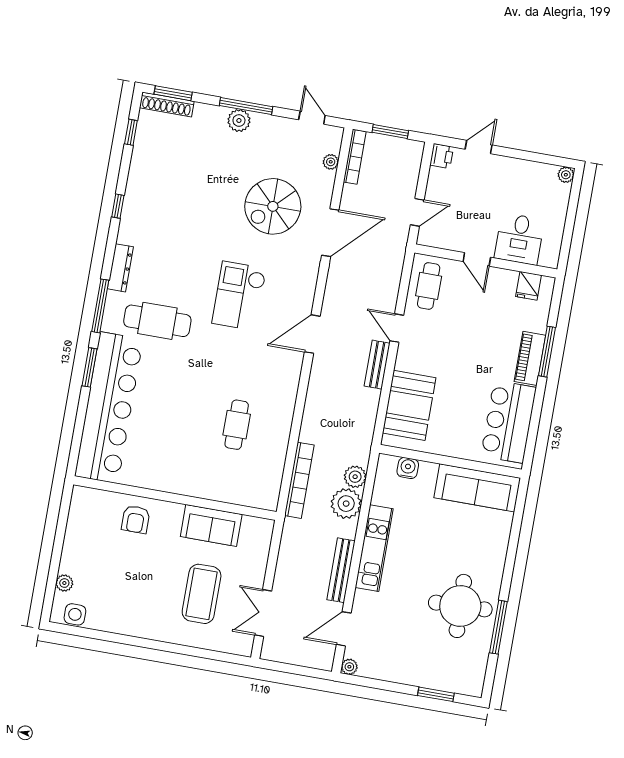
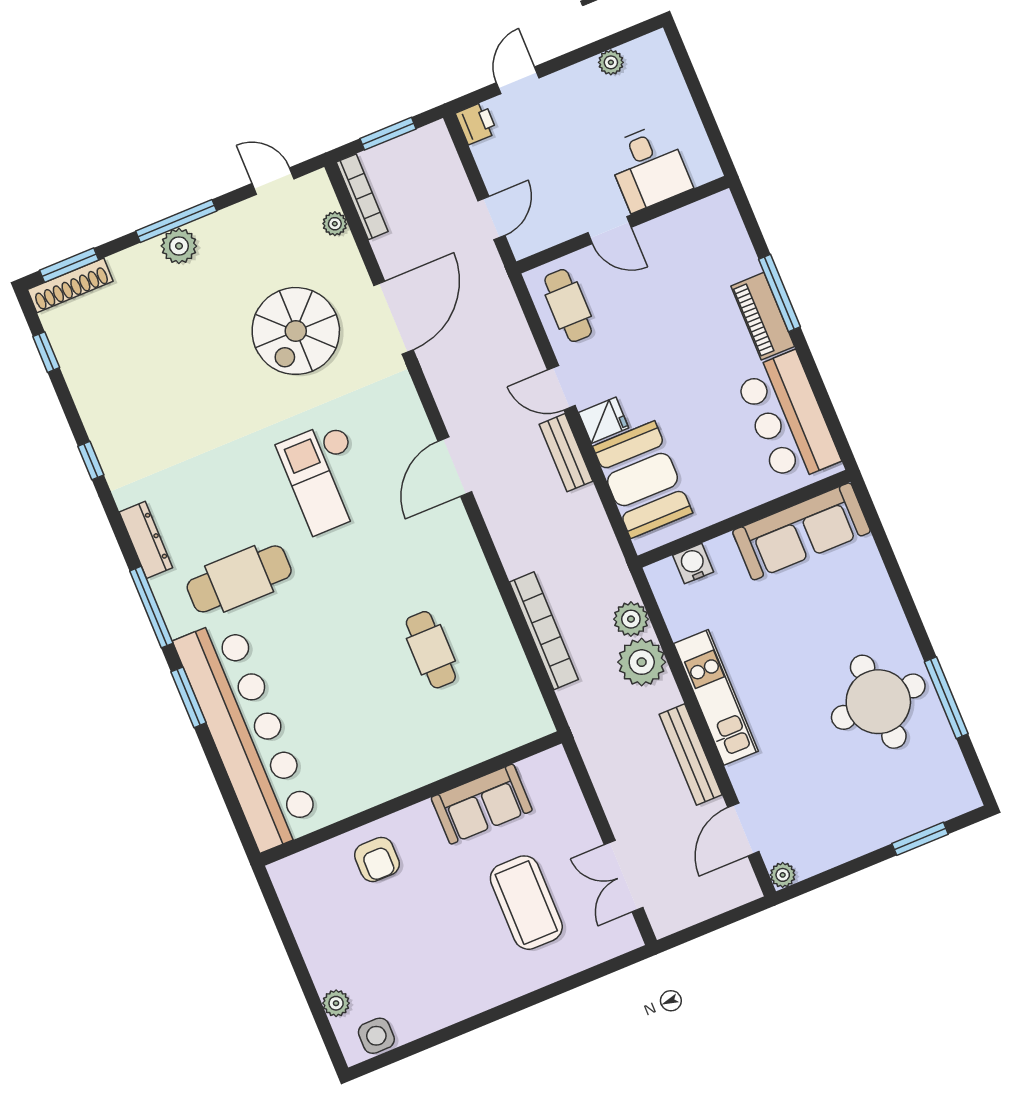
plant: (566, 175) -> (611, 62), moved
fridge: (528, 286) -> (604, 420), moved, turned -90
bookcase: (299, 480) -> (544, 631), moved

